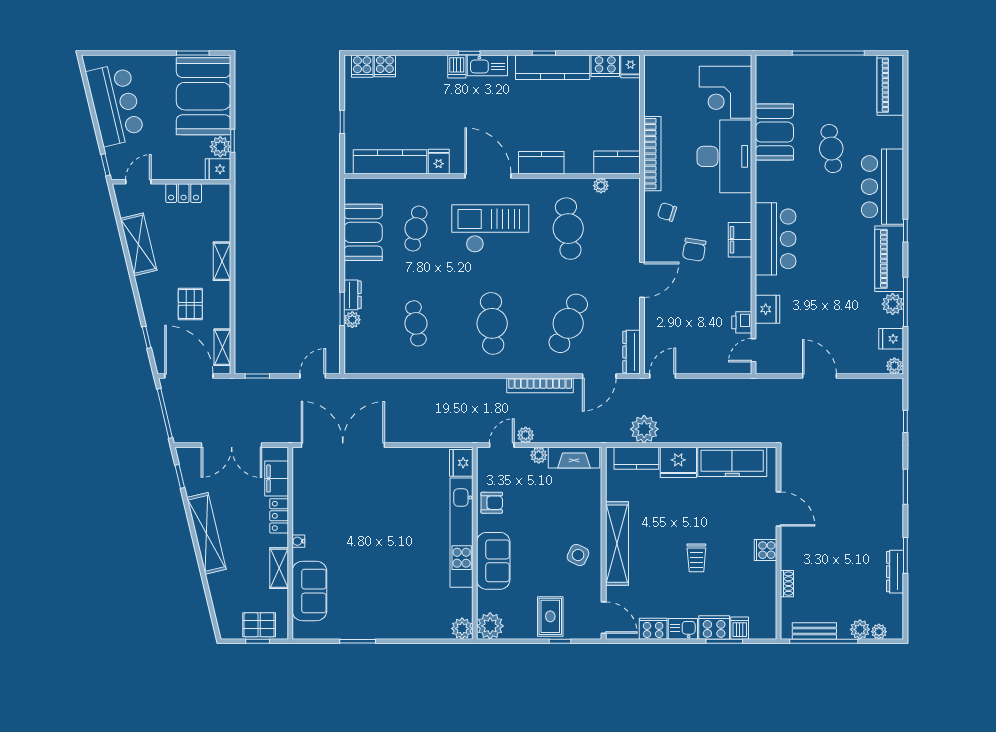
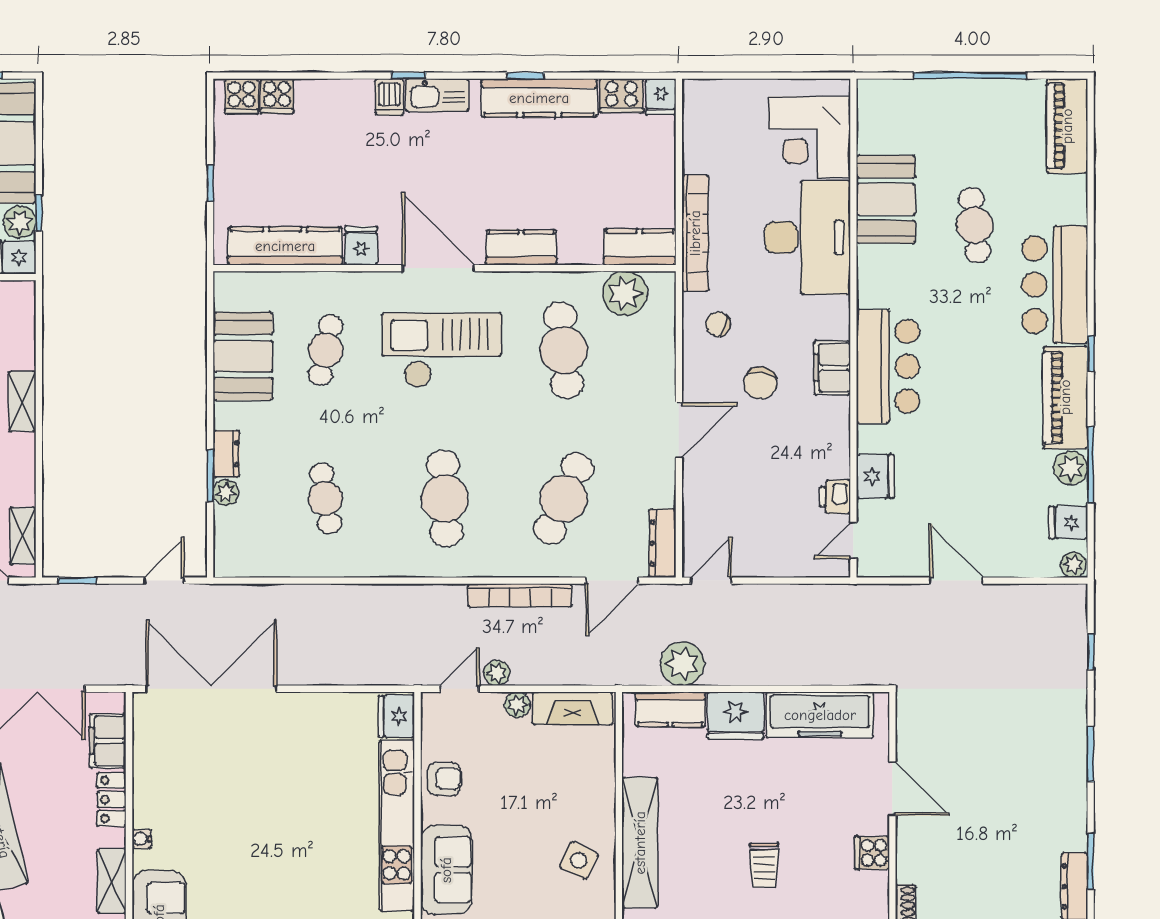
plant: (601, 186) -> (625, 293), width x1.88, depth x1.88

